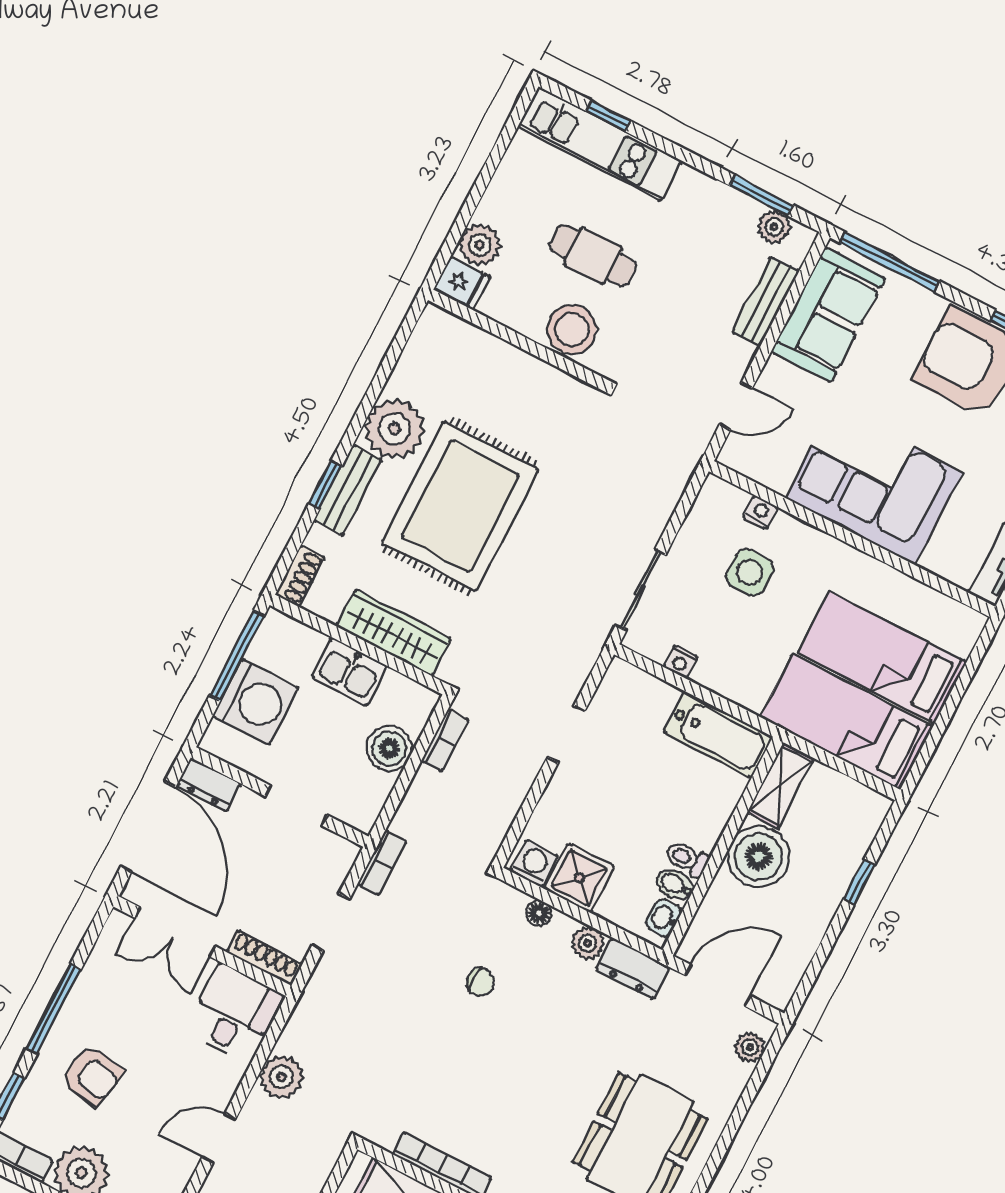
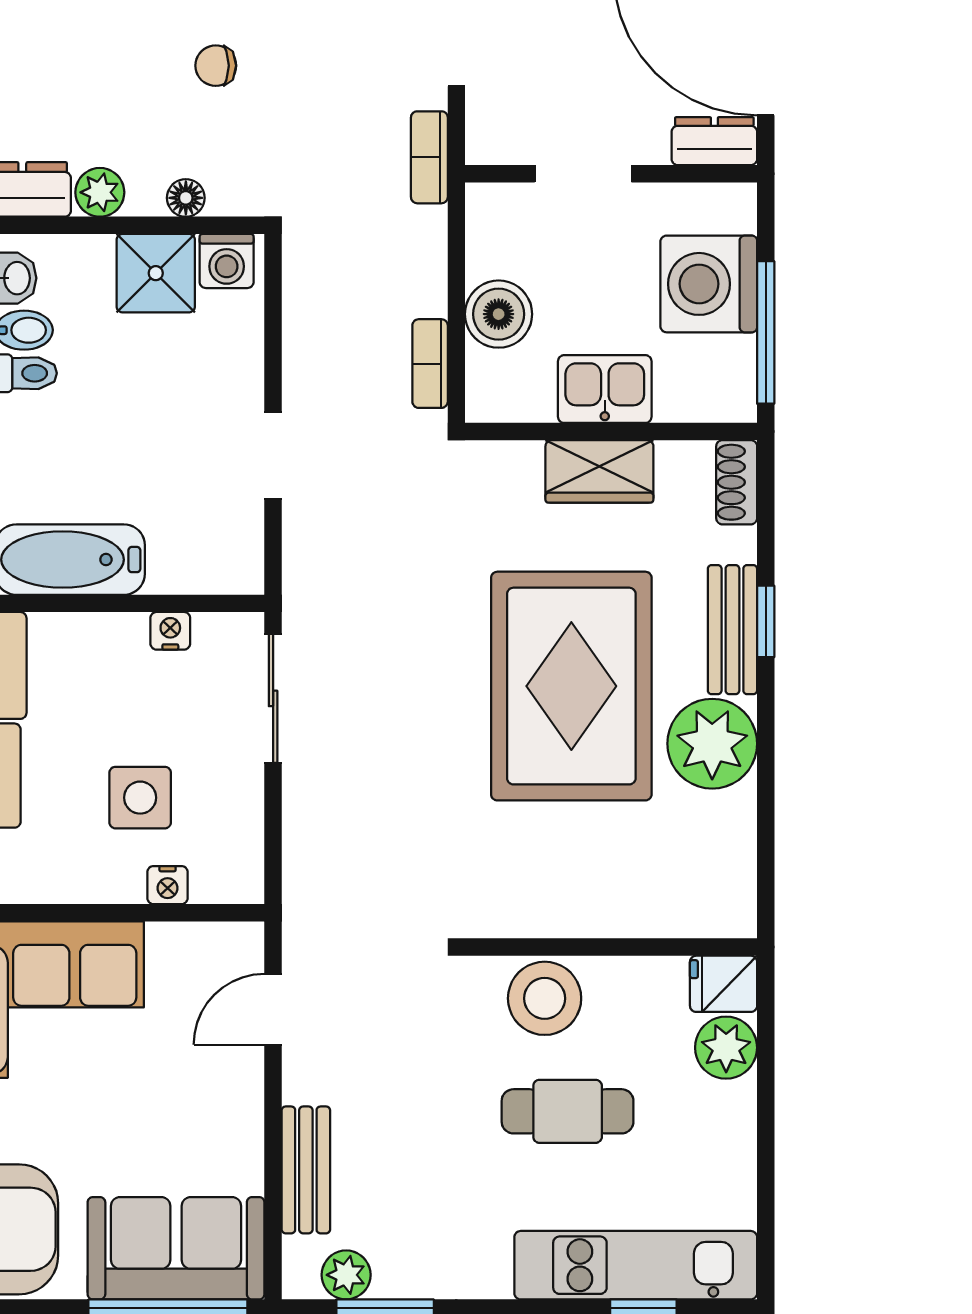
sofa: (828, 315) -> (176, 1248), moved, turned 90
wardrobe: (394, 633) -> (599, 471), width x0.67

